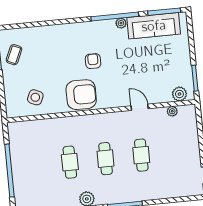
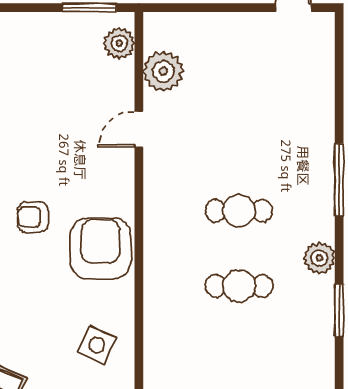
plant: (172, 111) -> (163, 71), width x1.88, depth x1.88
cafe table: (141, 155) -> (239, 135), removed

